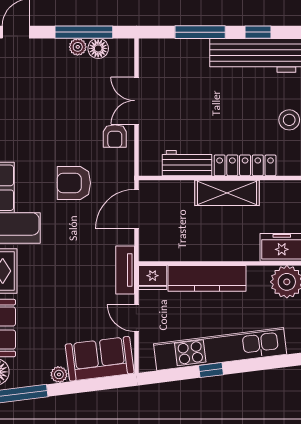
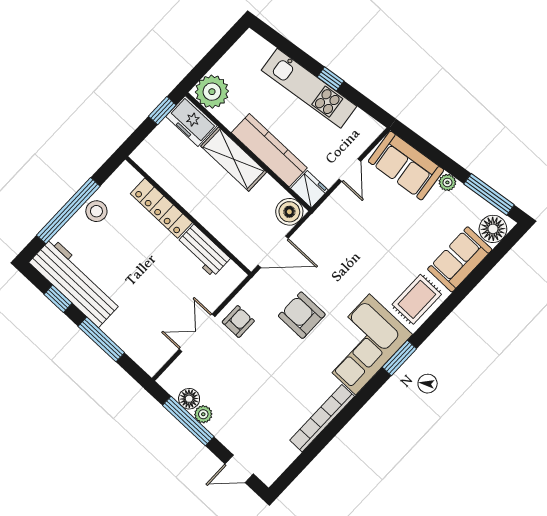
double door: (136, 101) -> (197, 333), swing flipped
armchair: (74, 183) -> (302, 315), turned 180
shelving: (227, 193) -> (234, 159), moved
boiler: (152, 248) -> (289, 212), added
tv unit: (125, 270) -> (325, 214), removed
kitchen unit: (220, 349) -> (309, 88), width x0.73

